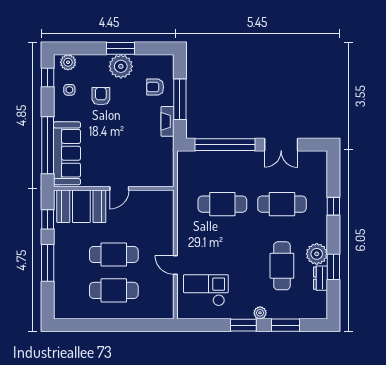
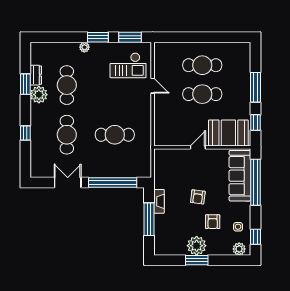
armchair: (155, 87) -> (198, 197), moved, turned 97
cafe table: (282, 204) -> (67, 135), turned 90
window: (285, 325) -> (130, 37), moved

